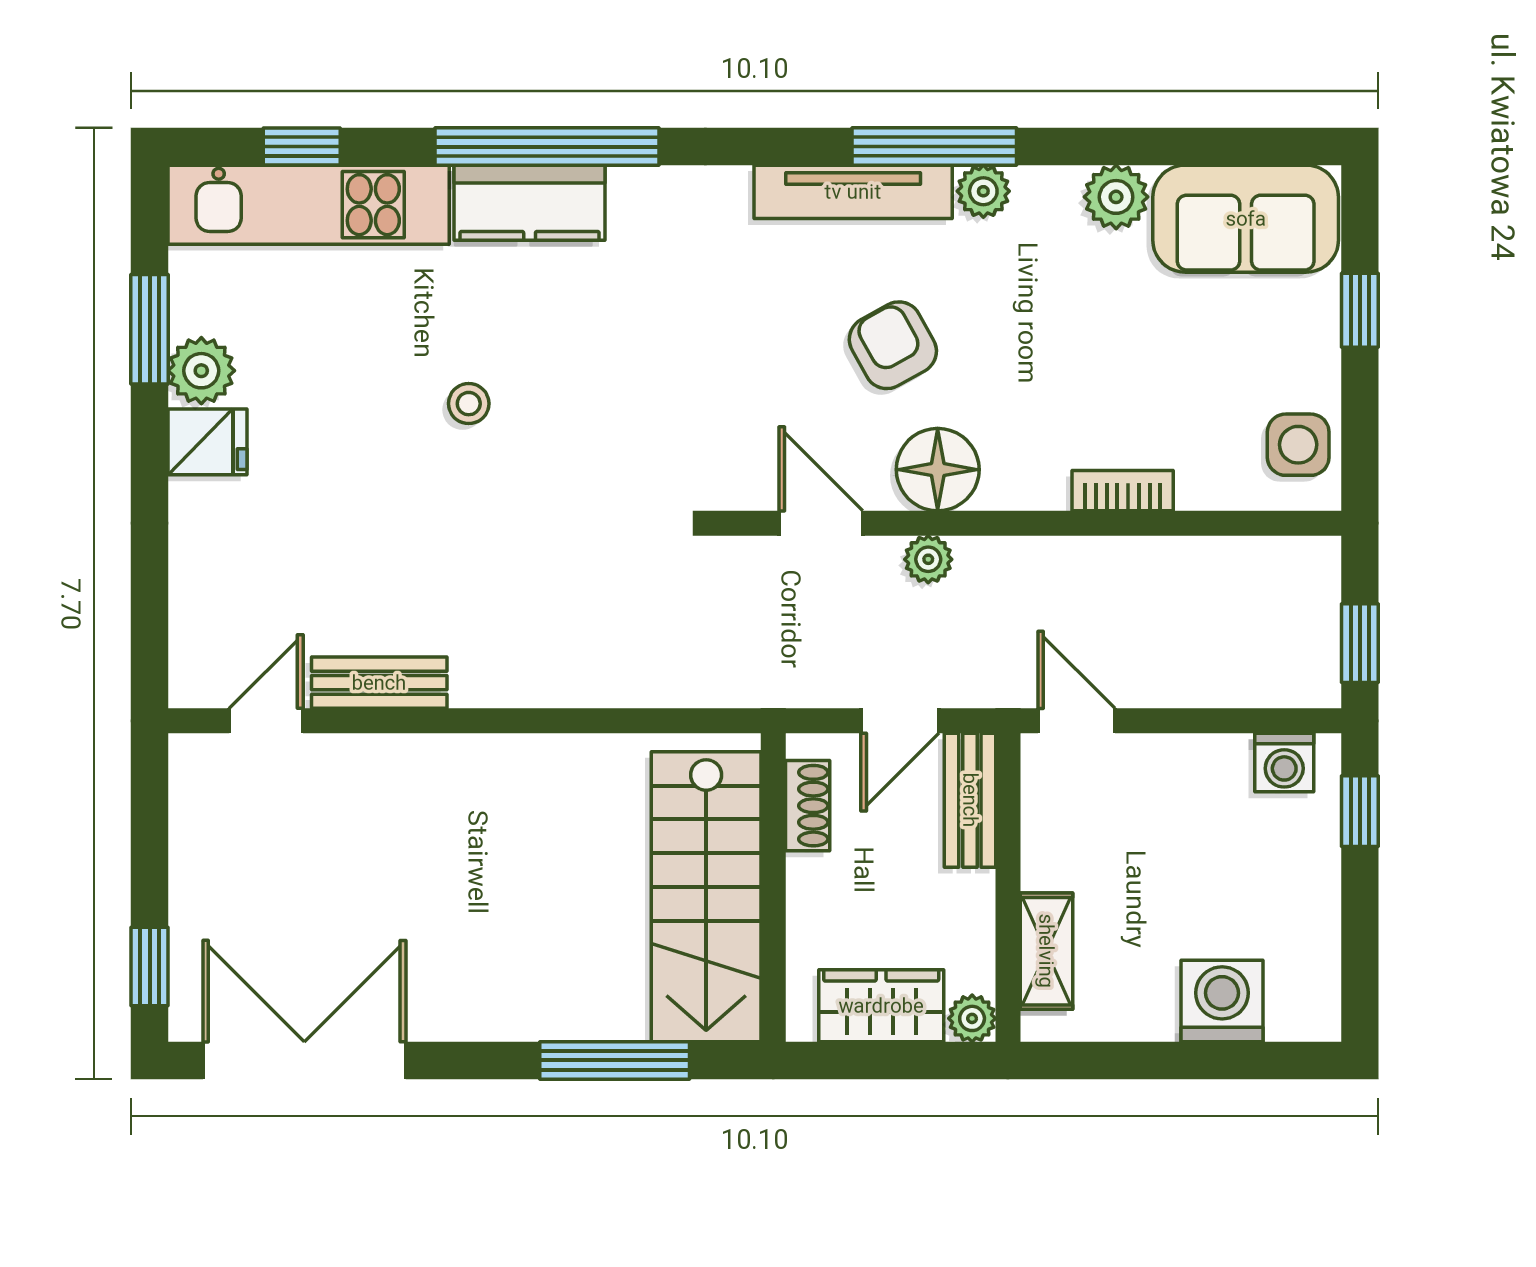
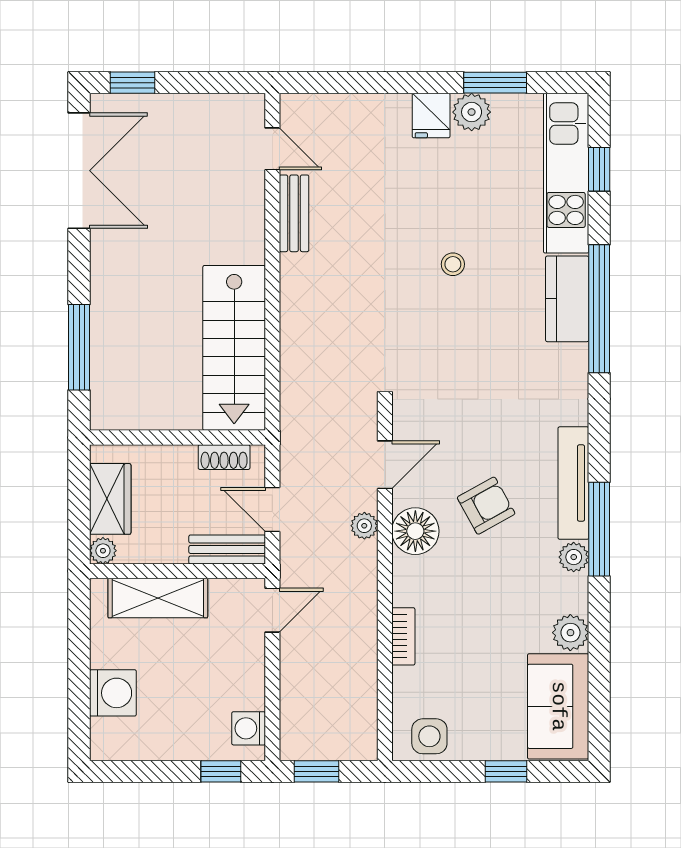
stairs: (706, 897) -> (234, 348), moved, turned -90
shelving: (1046, 951) -> (158, 598), width x1.50, depth x1.33

